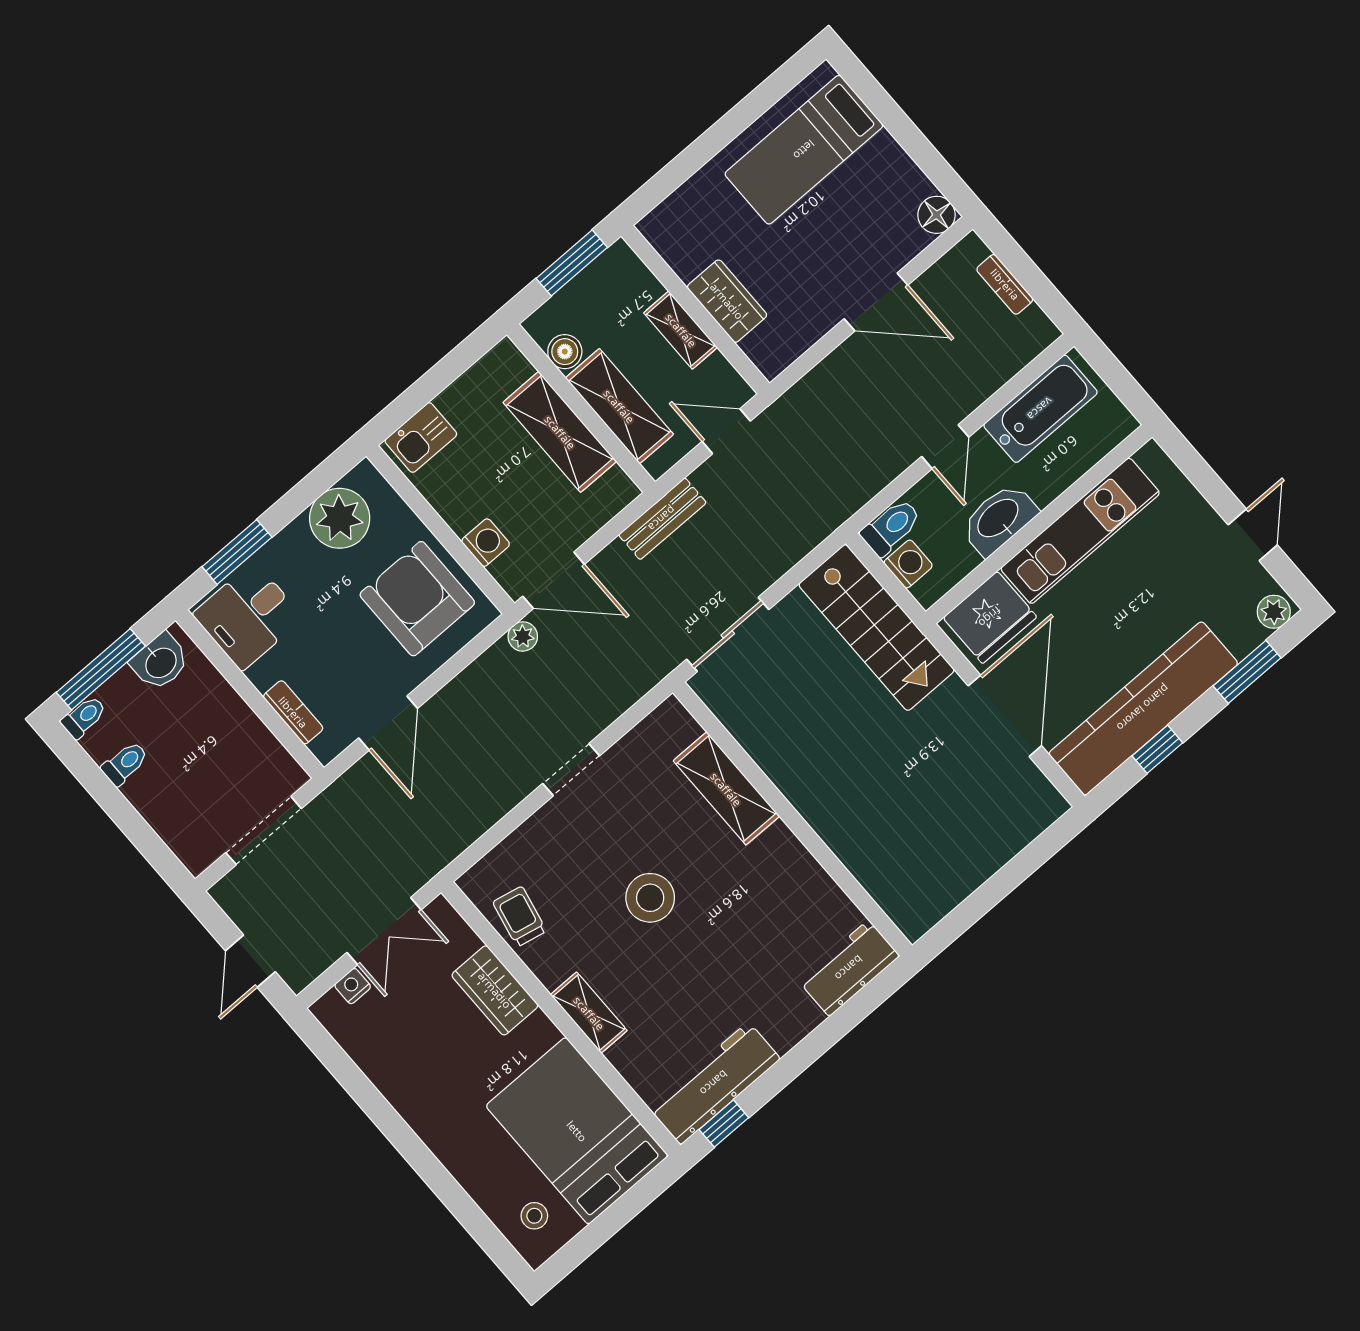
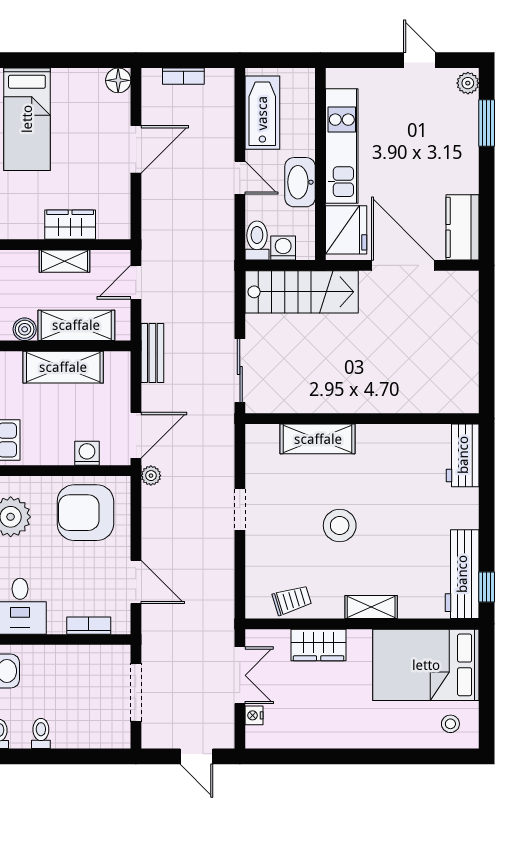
kitchen counter: (1143, 708) -> (462, 227), width x0.48, depth x0.86
window: (1157, 749) -> (487, 203), removed
trolley: (520, 916) -> (292, 600), turned 151

